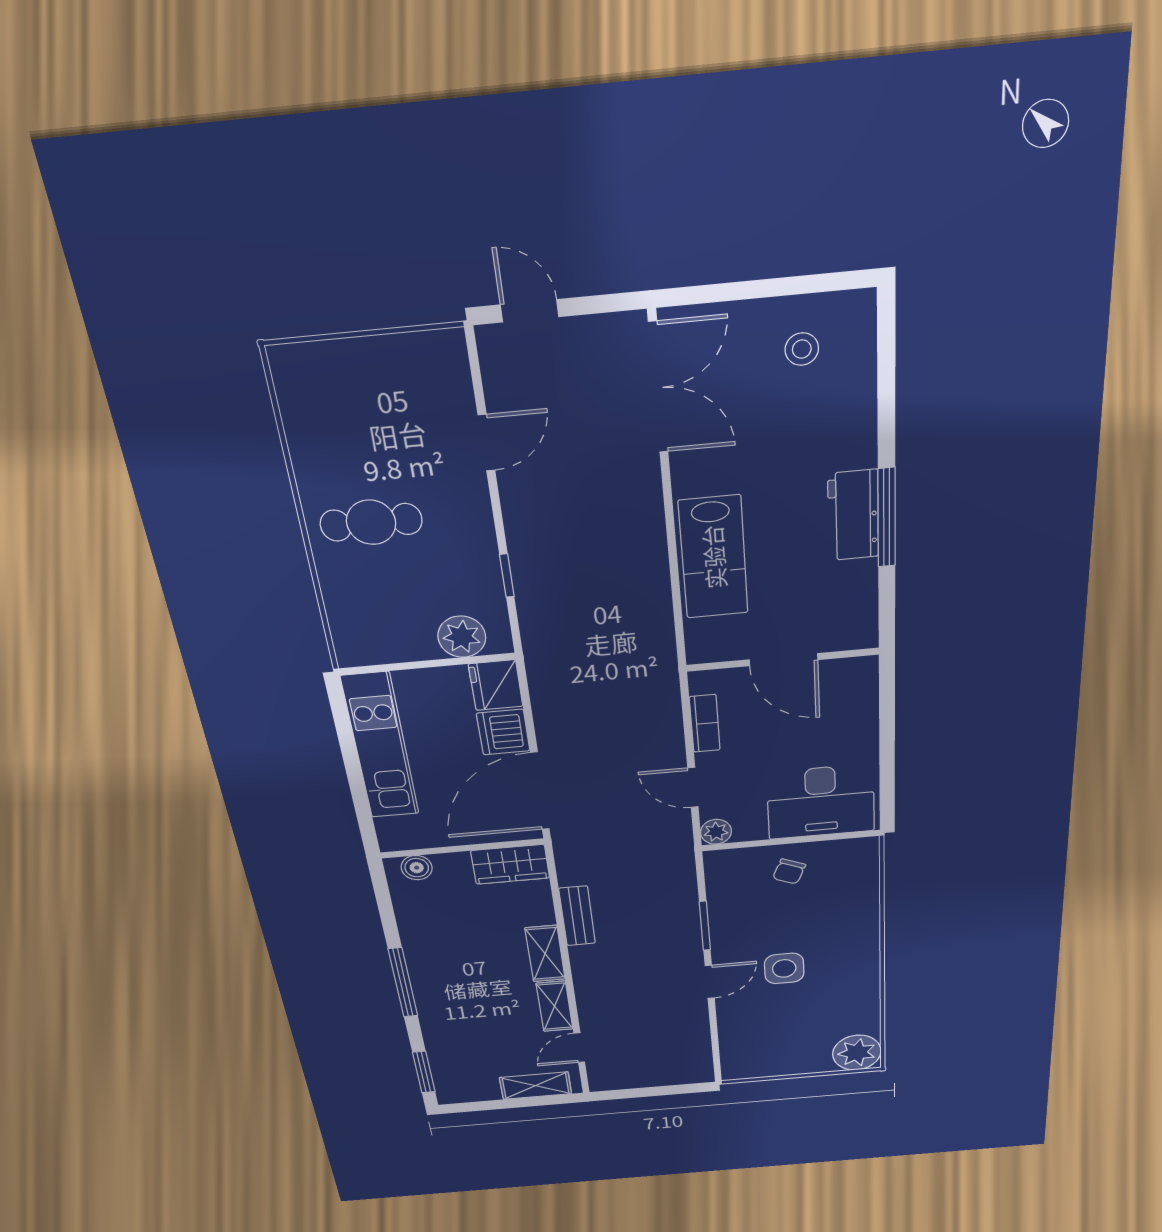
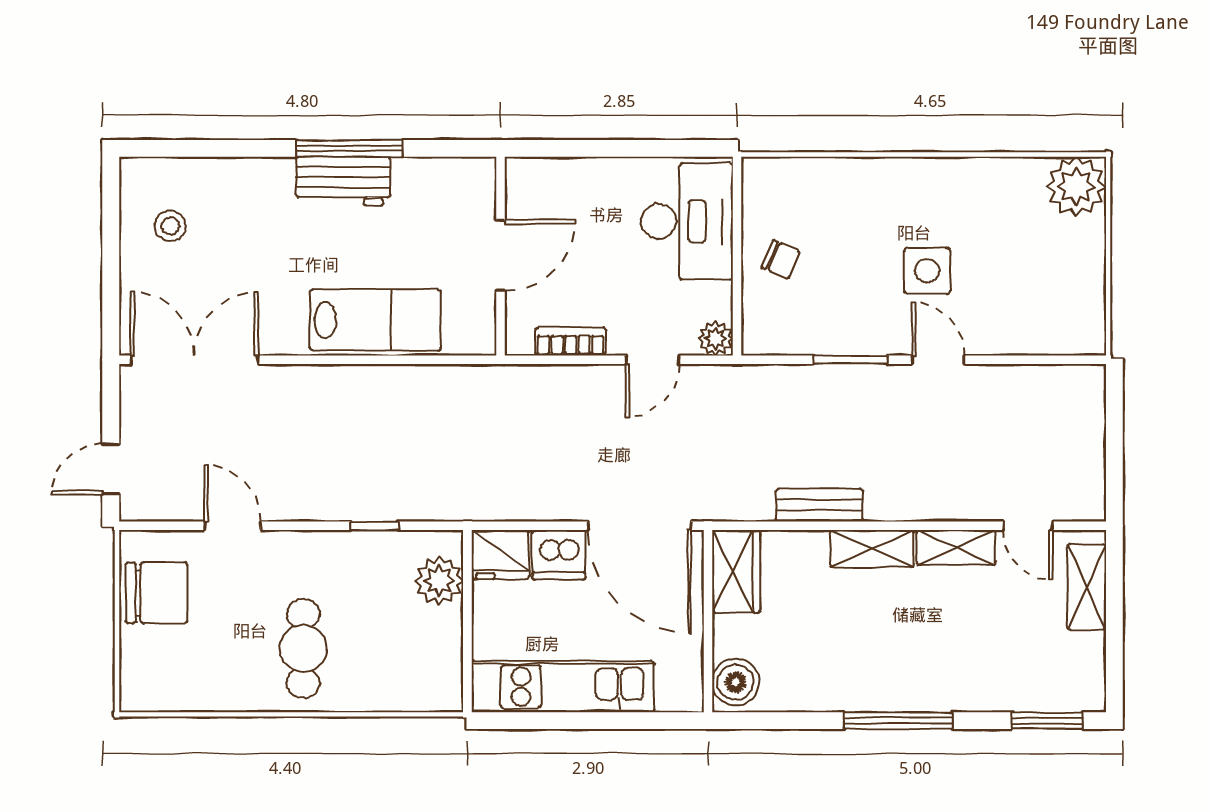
chair: (402, 372) -> (157, 593), added
boiler: (417, 868) -> (736, 682), width x1.36, depth x1.36

